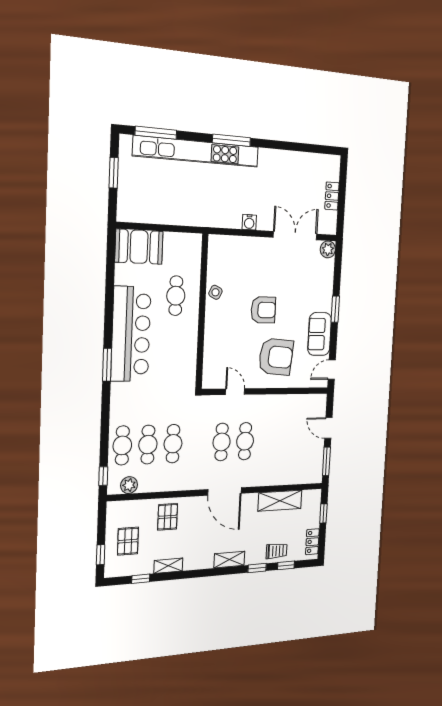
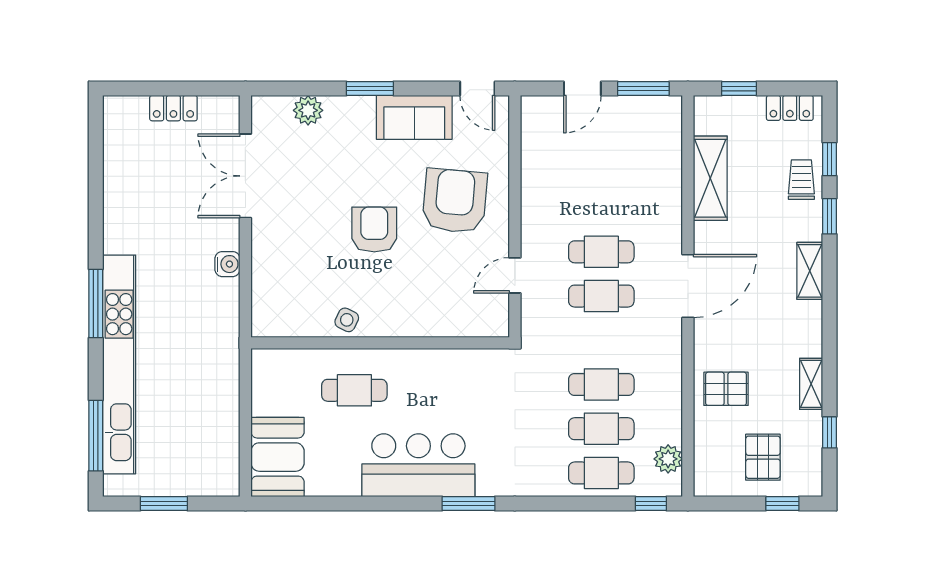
plant: (328, 249) -> (308, 110), moved
bar counter: (131, 334) -> (418, 465), width x0.73
pallet: (128, 541) -> (763, 457), turned 90

